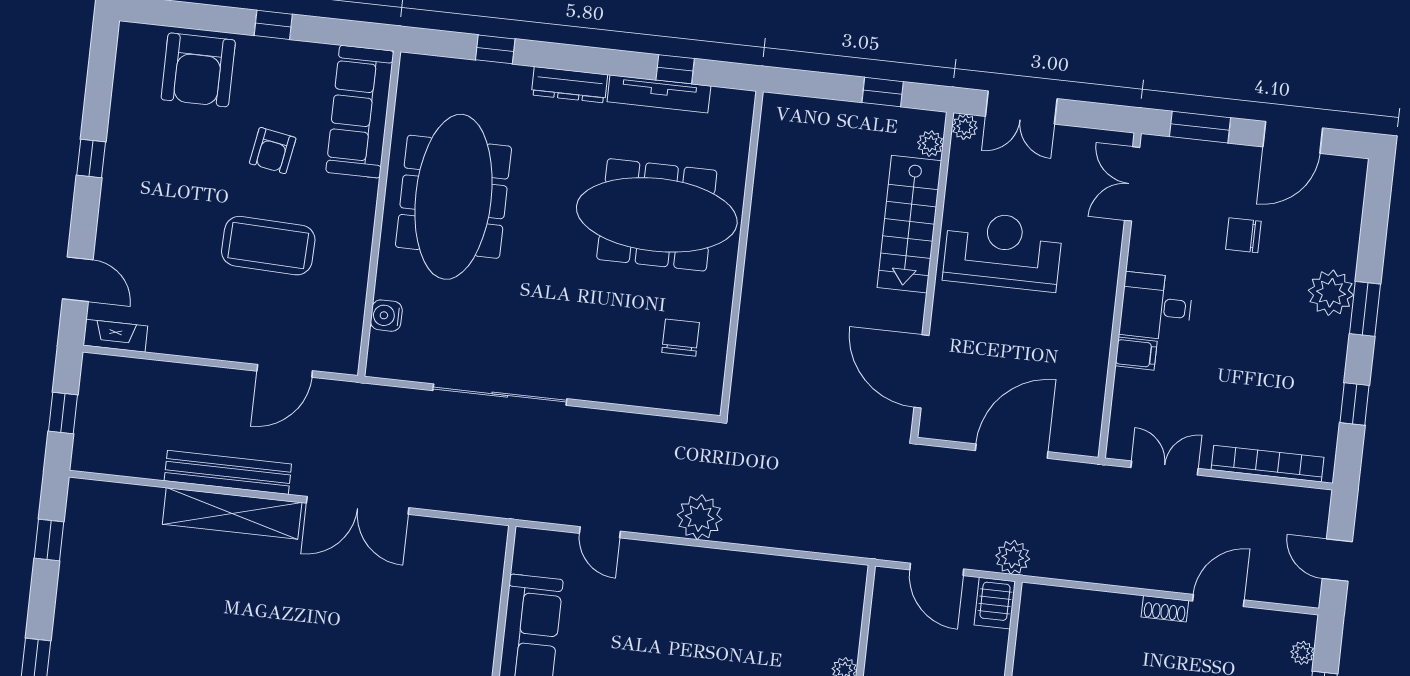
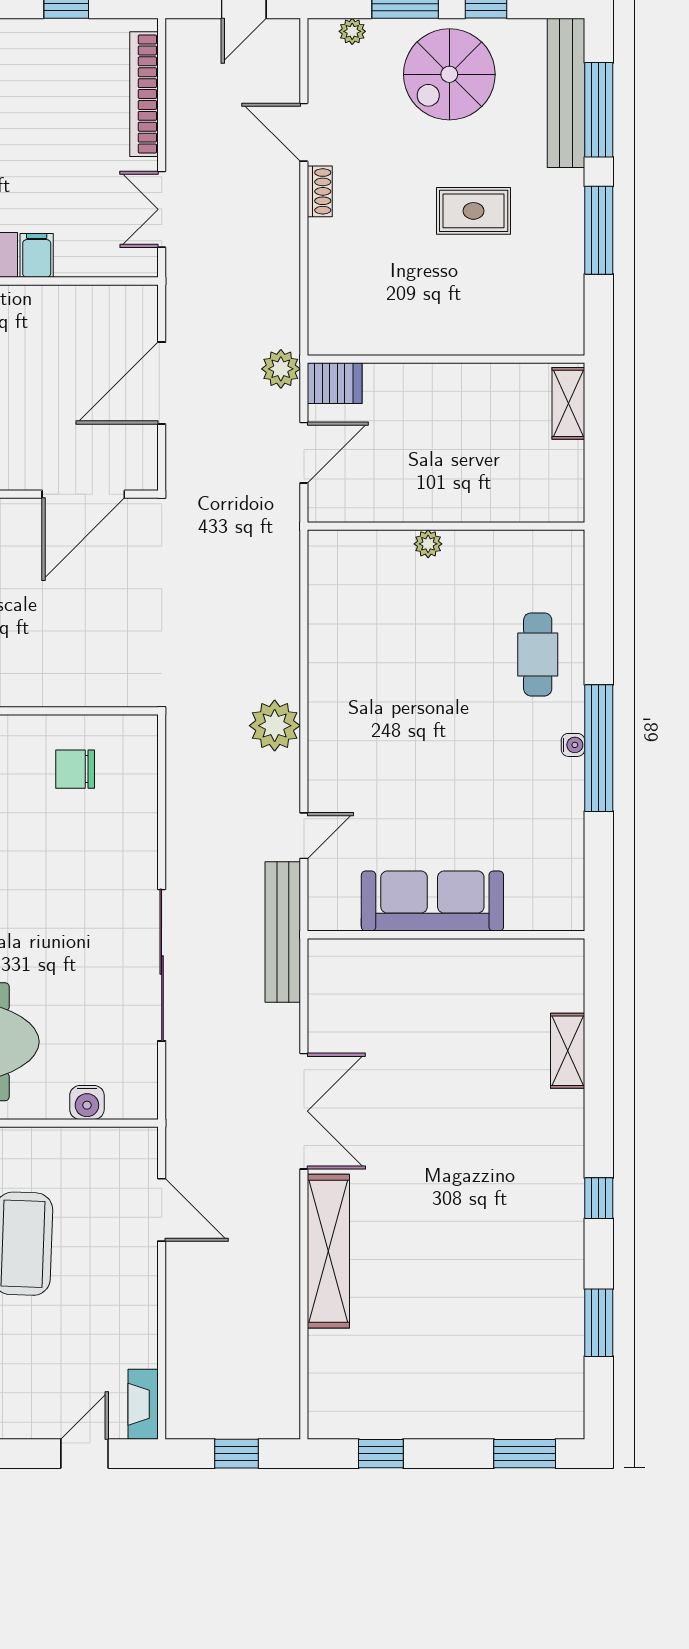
door: (1012, 451) -> (162, 383), hinge flipped
bench: (228, 472) -> (283, 932), moved

